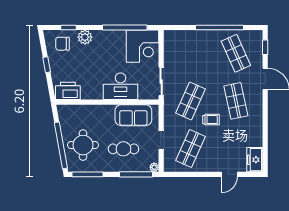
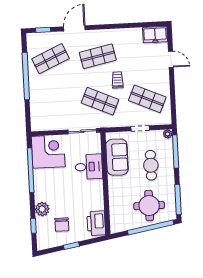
chair: (62, 44) -> (62, 225), moved
desk: (120, 86) -> (89, 167), width x0.73

